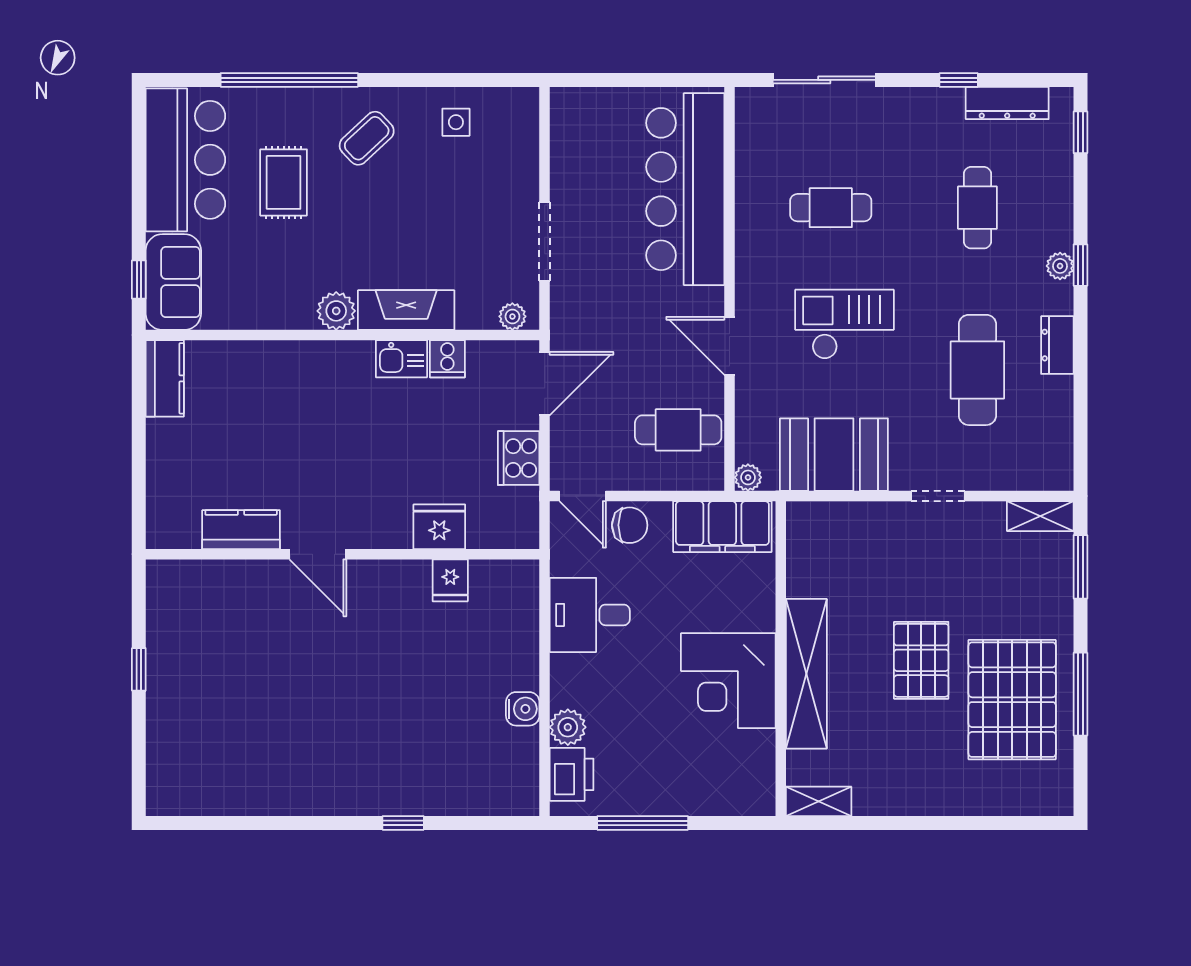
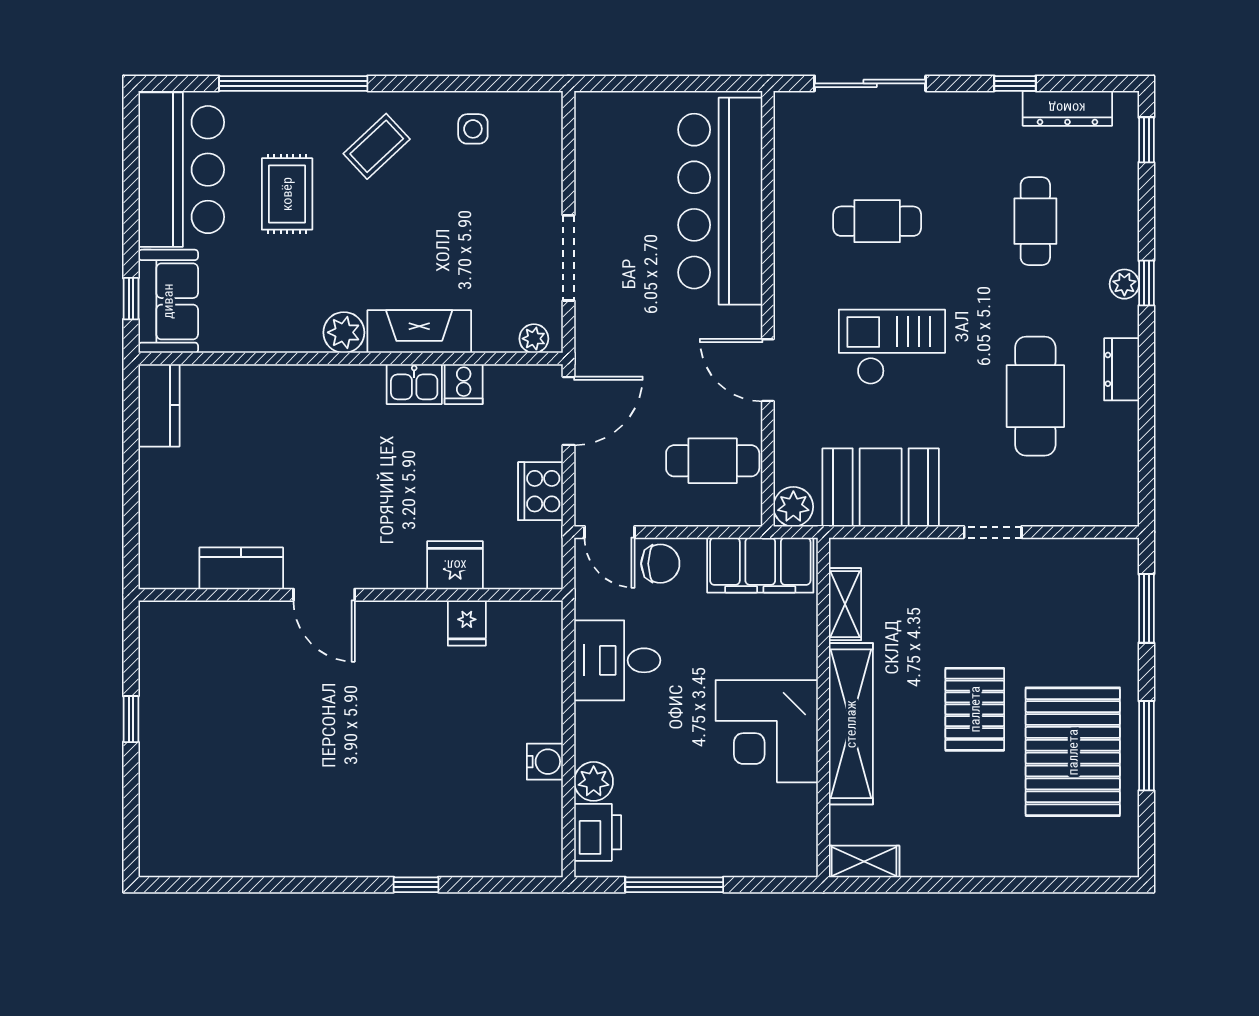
plant: (748, 477) -> (793, 507), width x1.38, depth x1.38
shelving: (1040, 516) -> (845, 604), moved, turned 90

